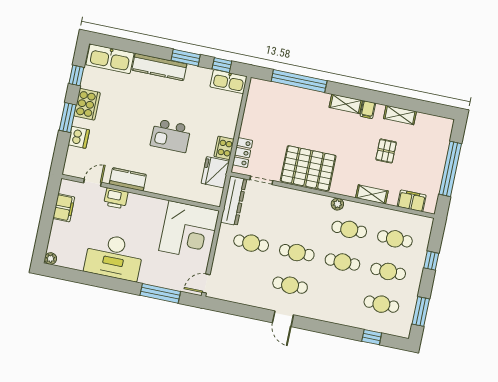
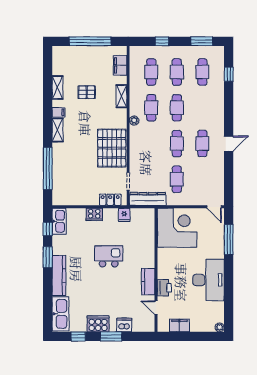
kitchen island: (171, 136) -> (109, 256), turned -90
cooker: (224, 148) -> (94, 214), moved
fridge: (215, 172) -> (124, 215), width x0.53, depth x0.75

